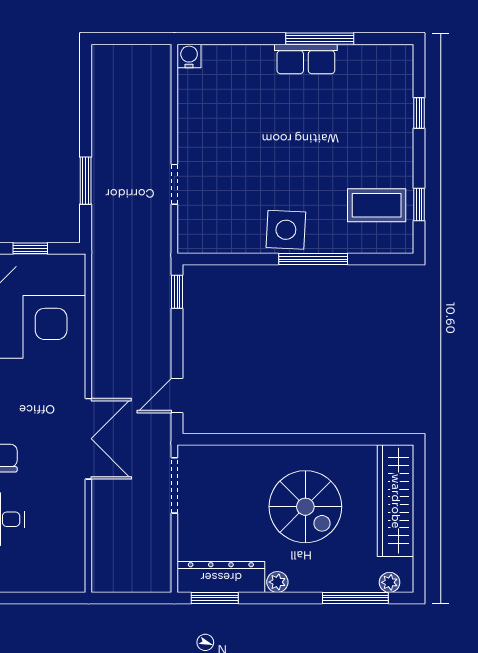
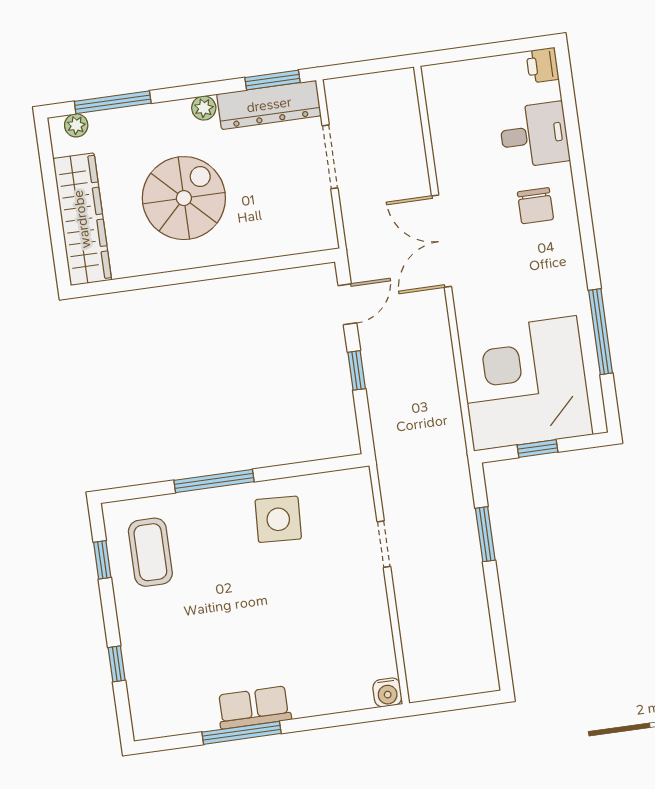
coffee table: (377, 205) -> (150, 552), turned 90
side table: (286, 230) -> (278, 519), moved
window: (177, 292) -> (357, 370), moved
doorway: (174, 485) -> (330, 157), moved
spiral stairs: (305, 507) -> (184, 198), turned 90

